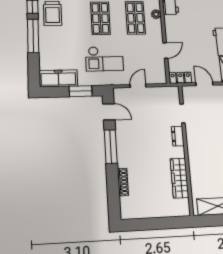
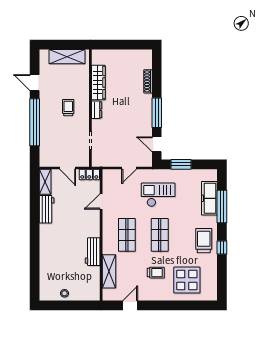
plant: (156, 14) -> (107, 238), removed
window: (33, 36) -> (222, 206), moved
freezer: (58, 78) -> (209, 198), moved, turned 90
dresser: (178, 136) -> (97, 110), moved
trolley: (210, 149) -> (68, 108), added

